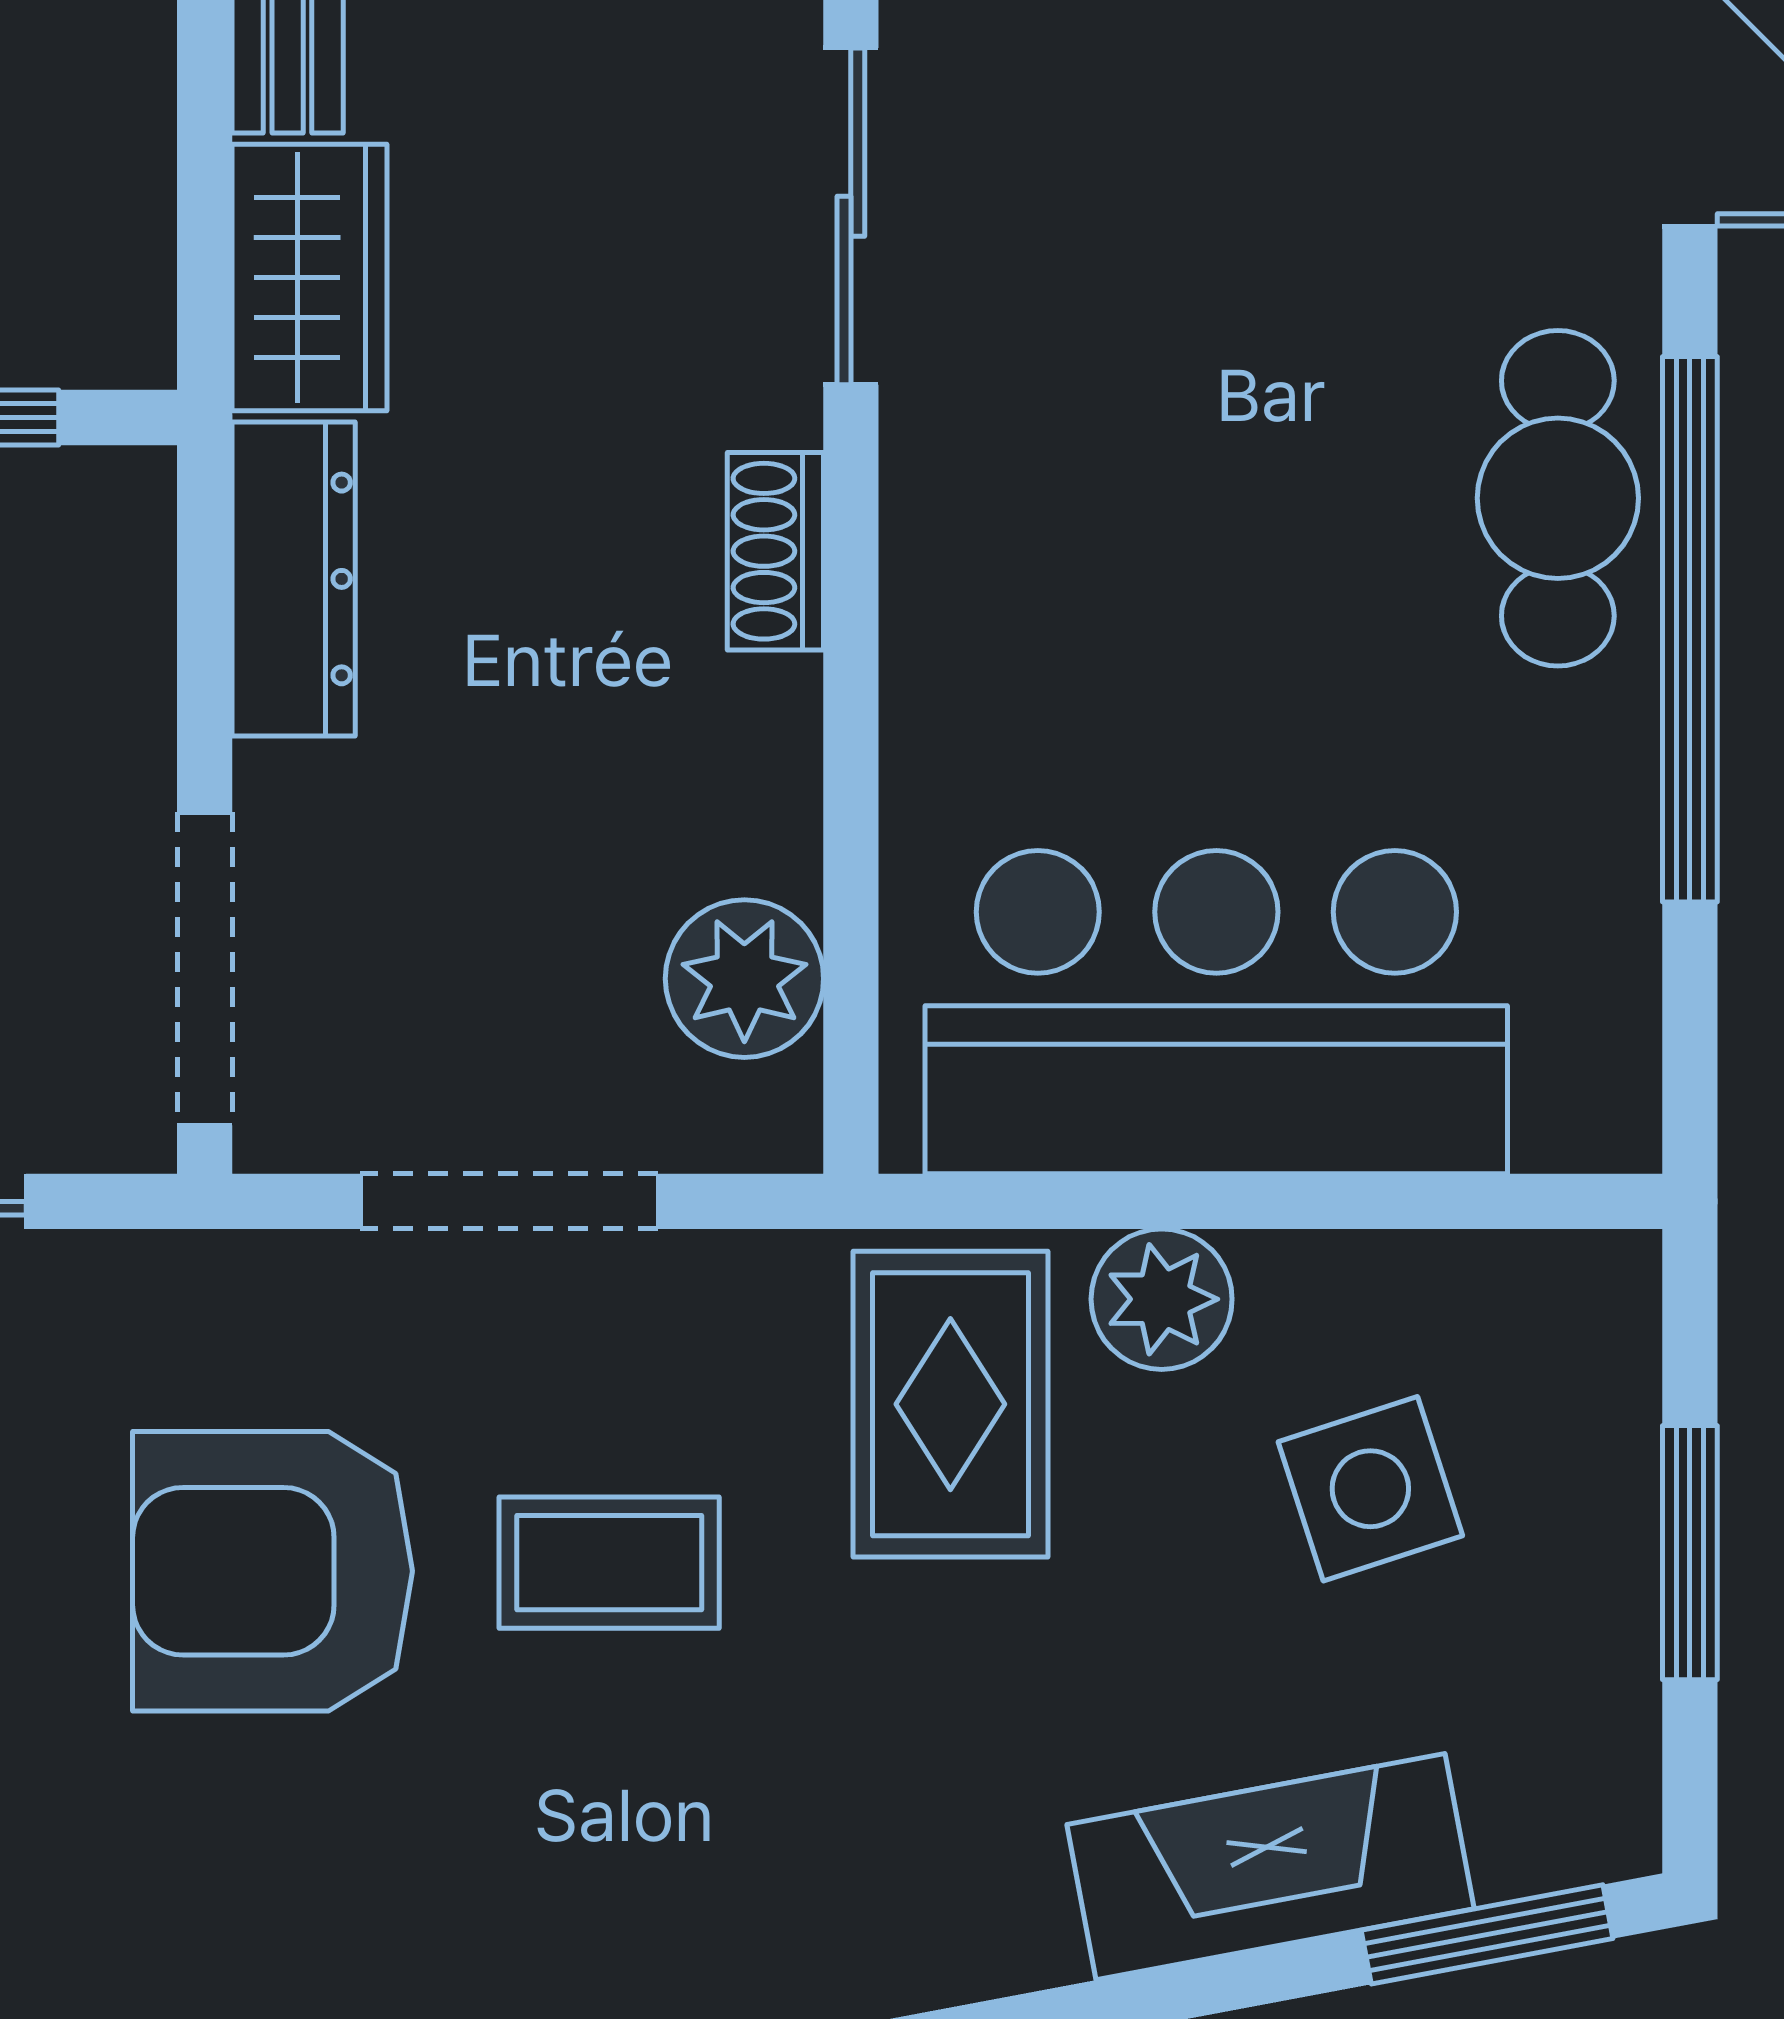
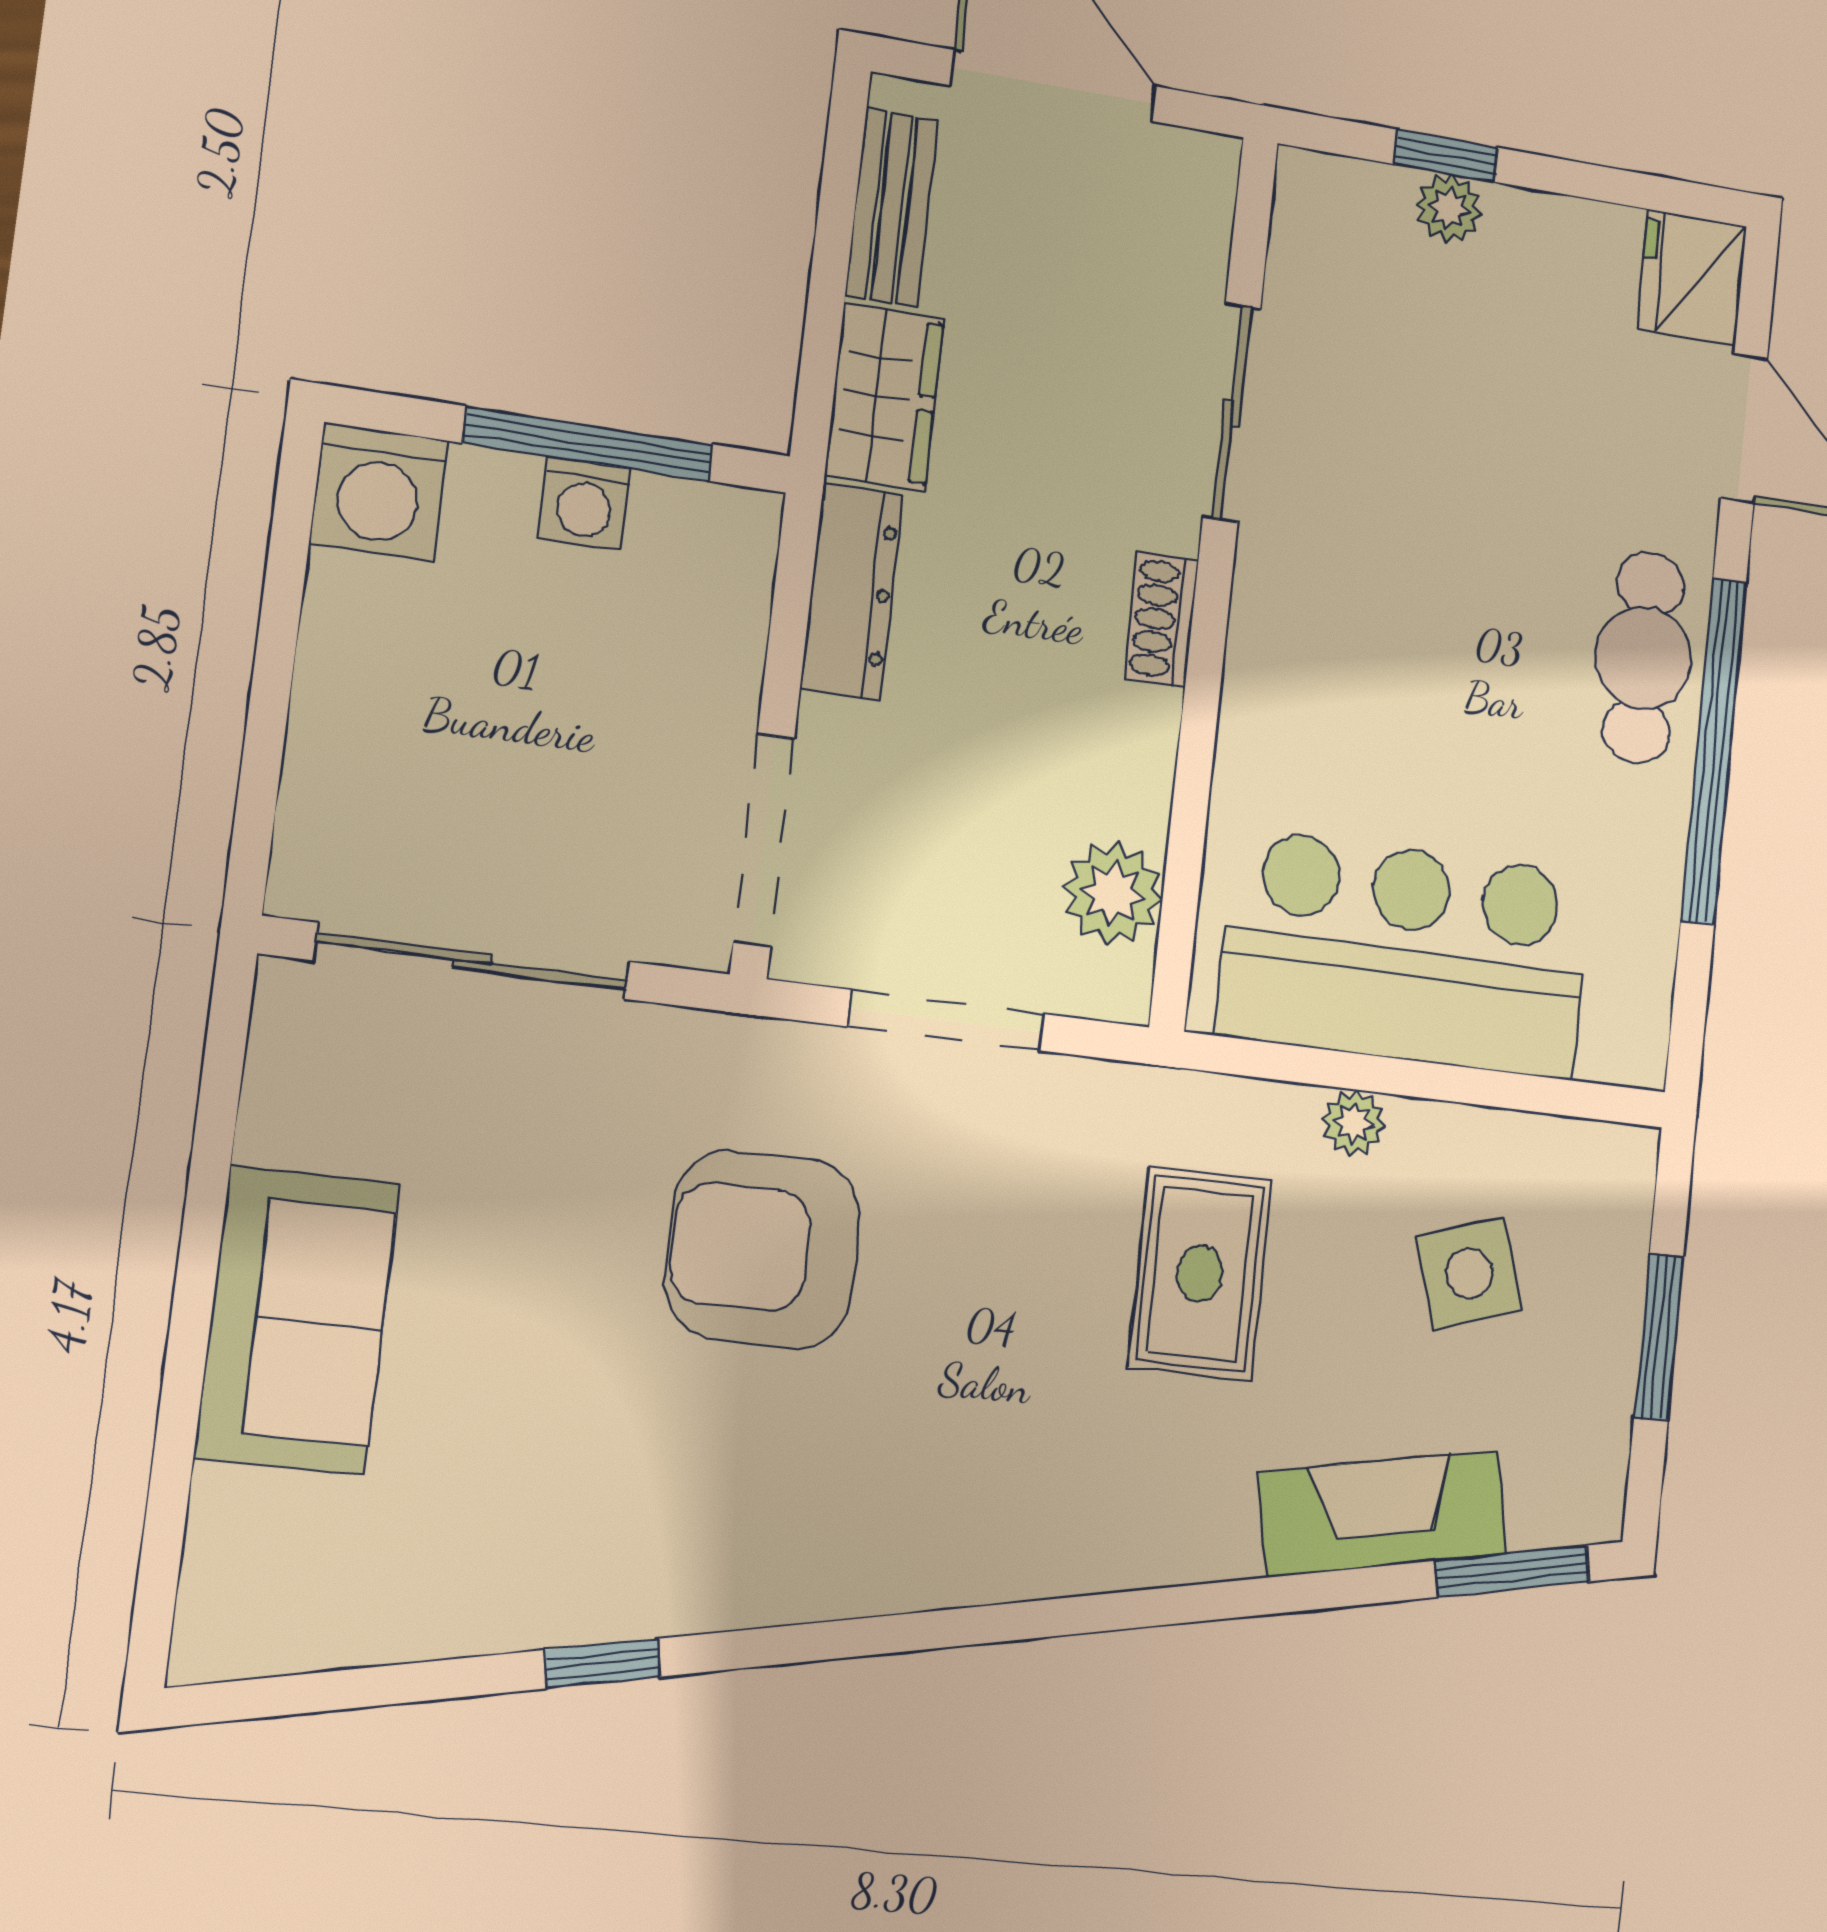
plant: (1162, 1299) -> (1354, 1123), width x0.73, depth x0.73
rug: (950, 1404) -> (1200, 1274), moved
coffee table: (609, 1563) -> (984, 1268), removed

